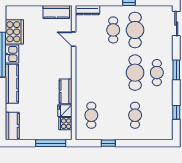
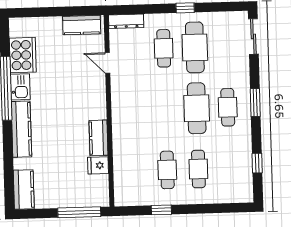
cafe table: (91, 115) -> (167, 170), moved
cooker: (65, 124) -> (99, 184), removed

